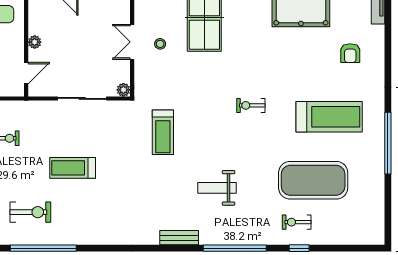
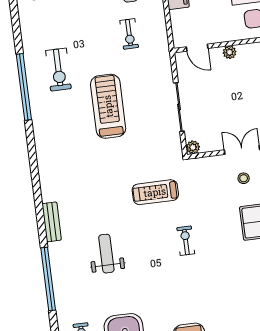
exercise bike: (251, 105) -> (186, 241), moved
treadmill: (73, 168) -> (108, 106), width x1.37, depth x1.38

